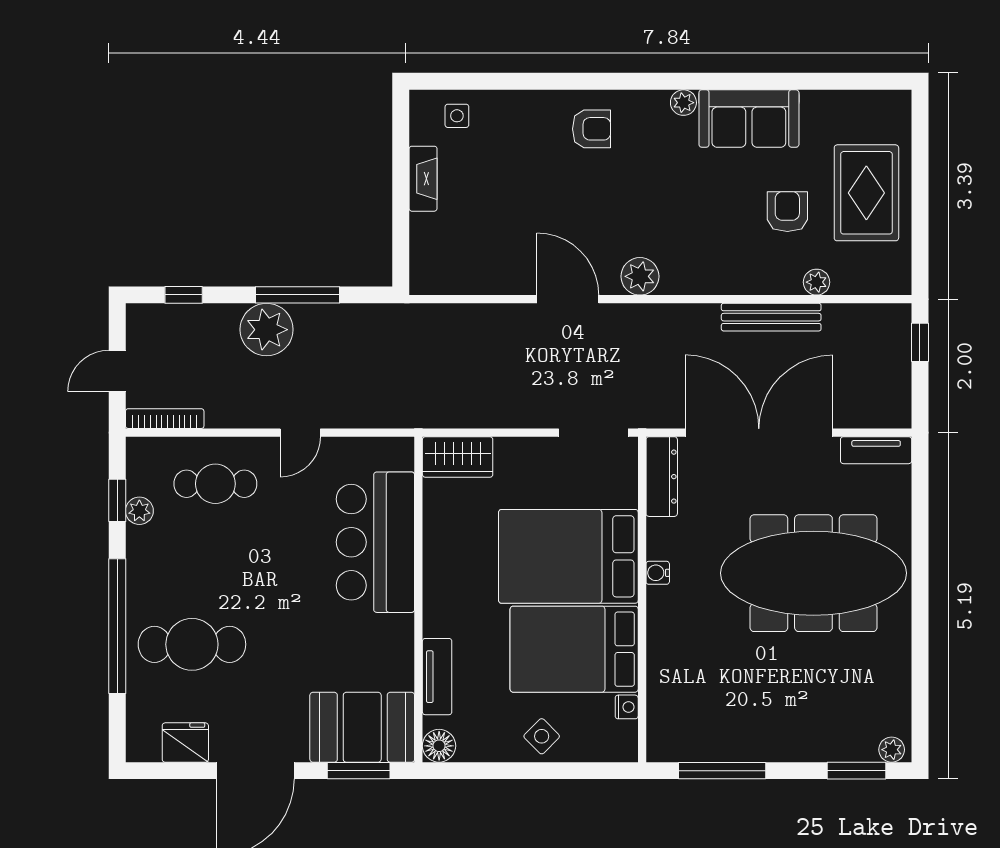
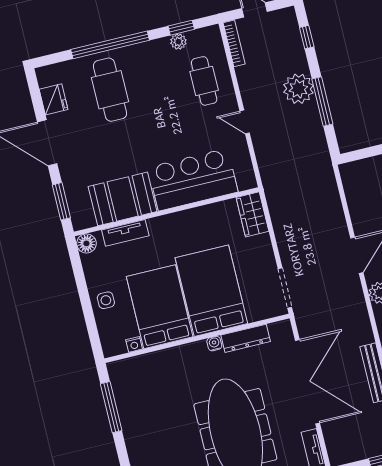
dresser: (662, 477) -> (246, 338), moved
booth: (362, 727) -> (123, 199), moved, turned 90
side table: (542, 736) -> (106, 300), turned 45

